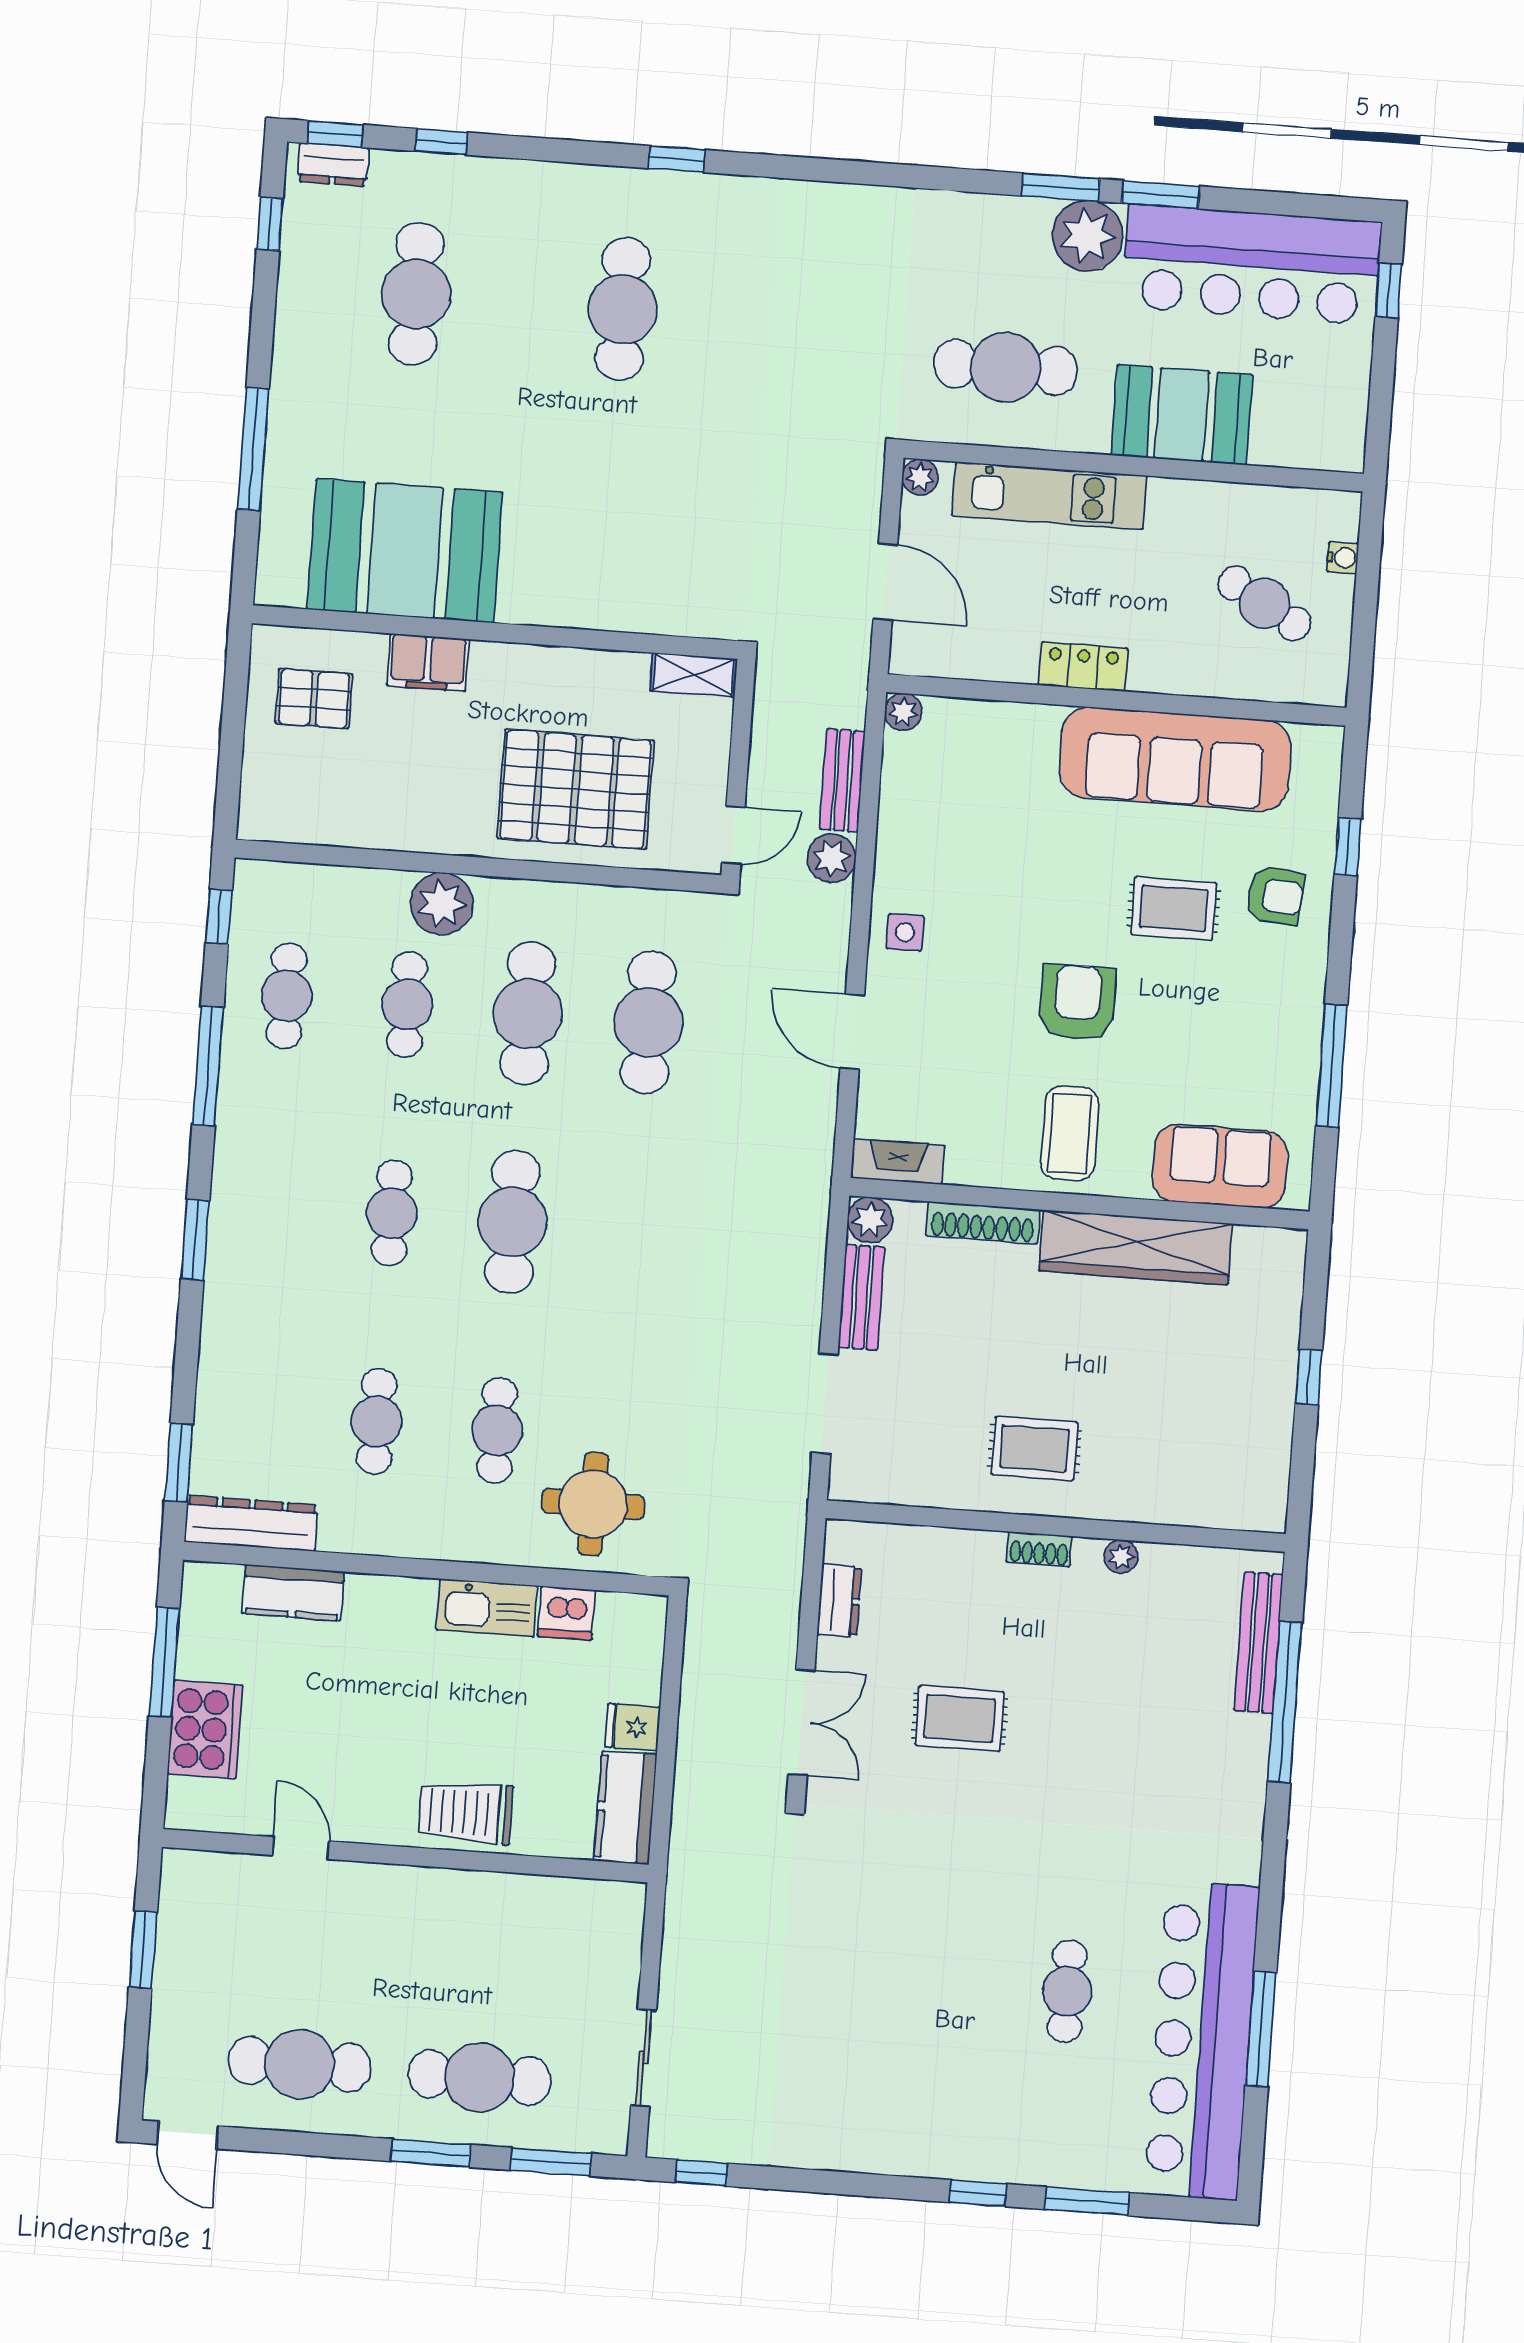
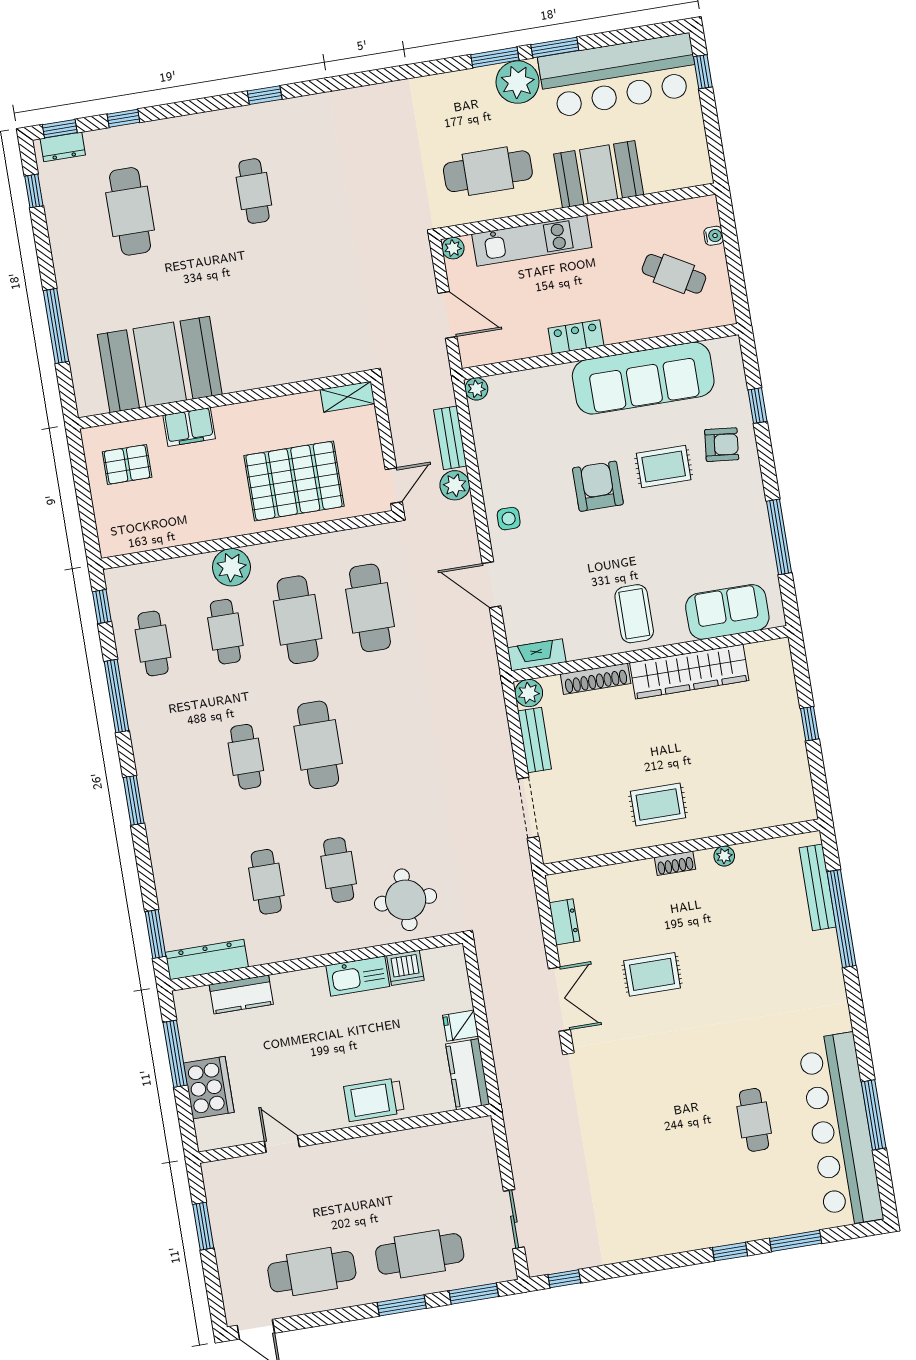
cafe table: (623, 309) -> (254, 191), width x0.73, depth x0.74
armchair: (1077, 1003) -> (598, 486), moved

